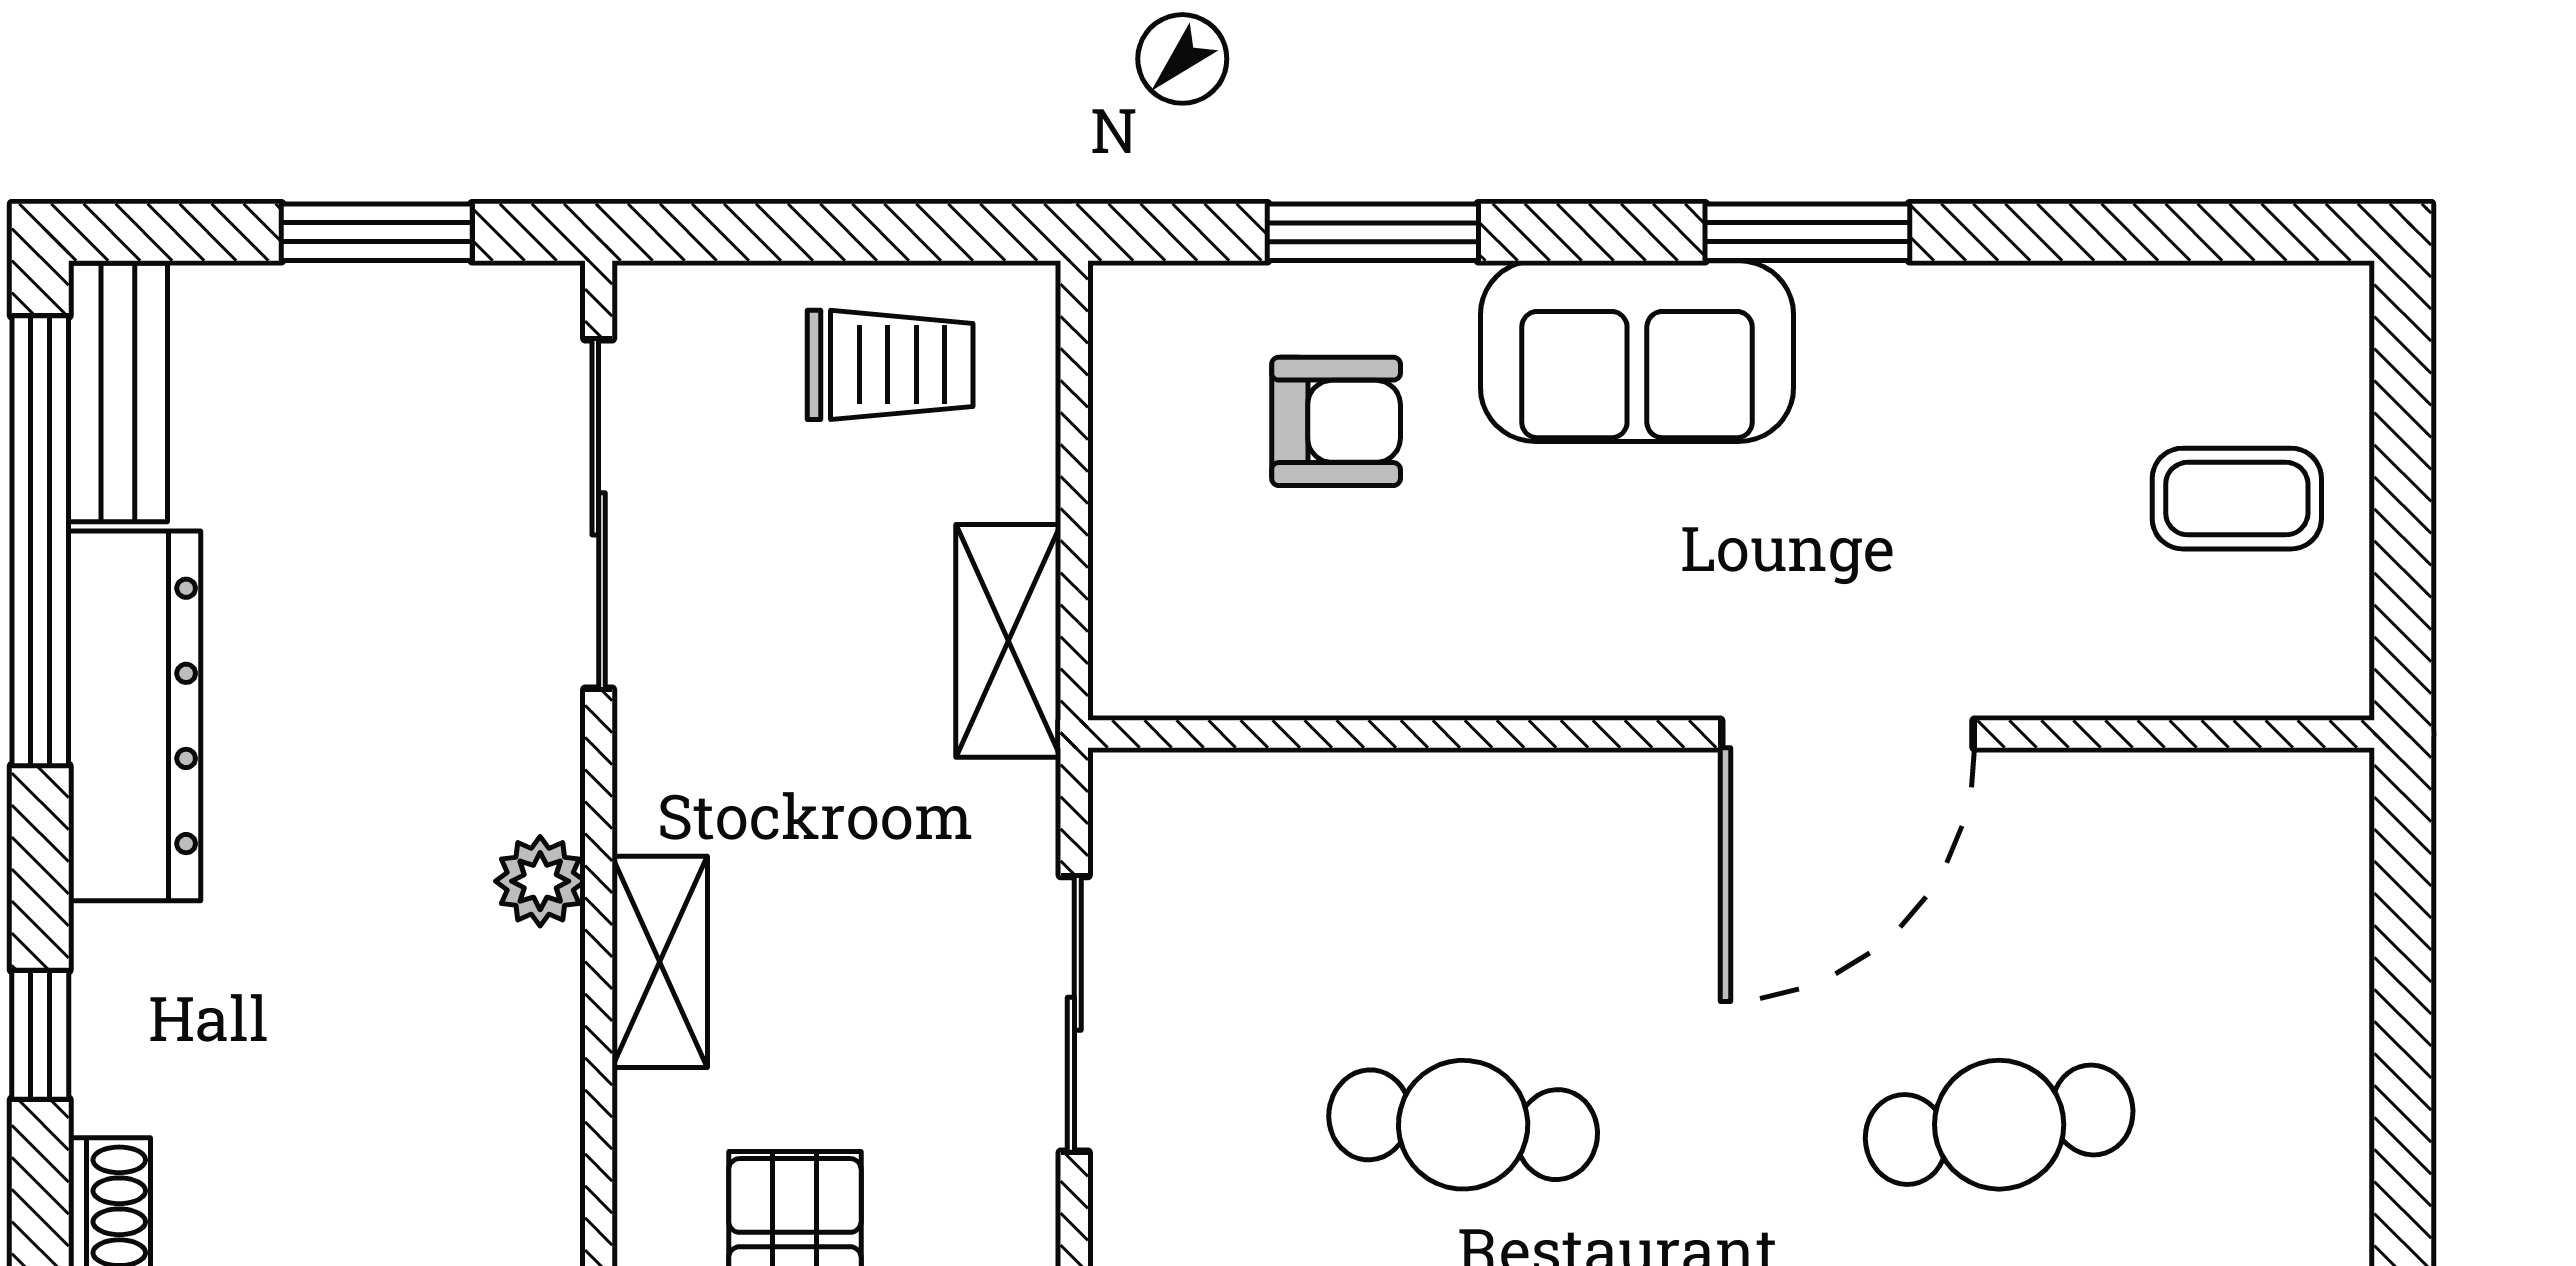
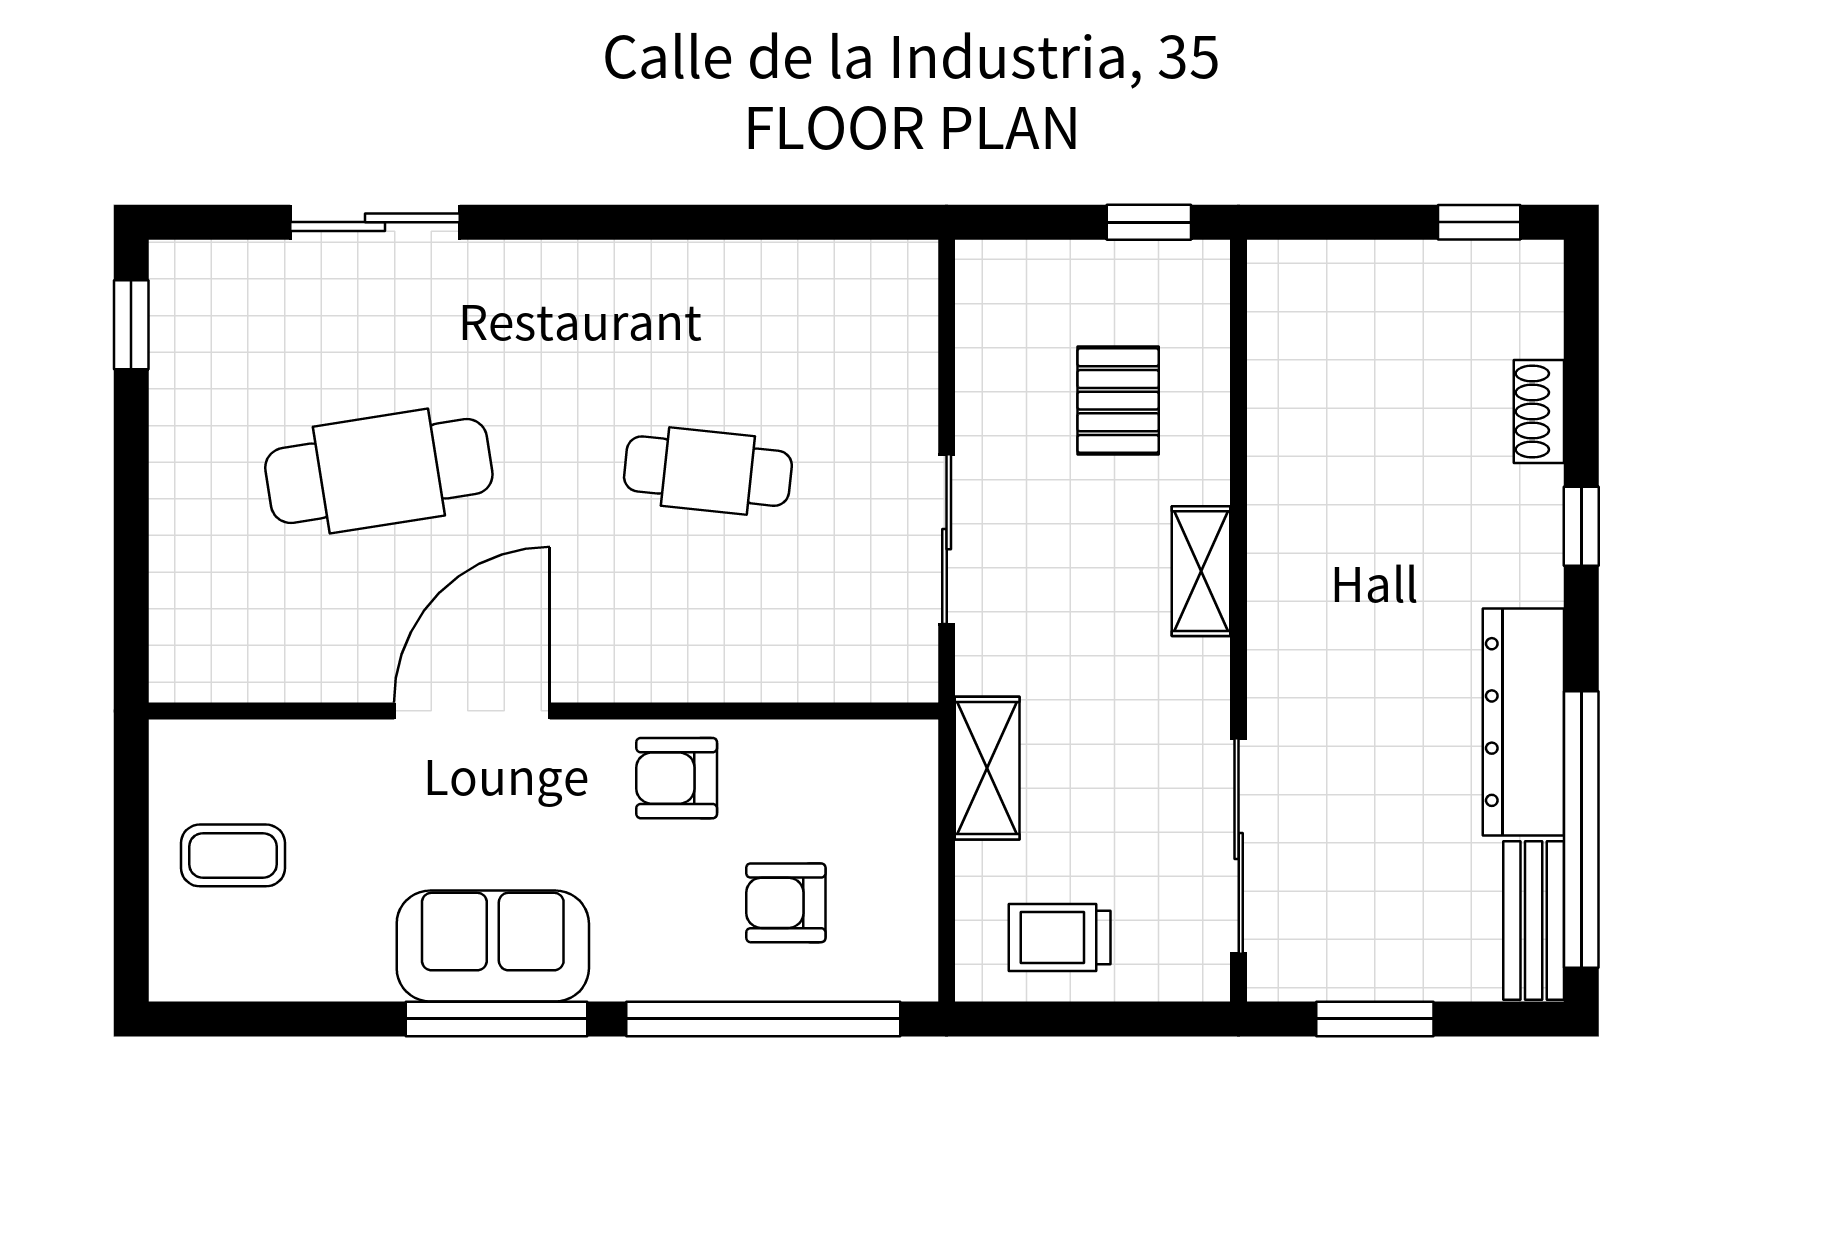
window: (1373, 232) -> (763, 1019), width x2.11
window: (1807, 232) -> (497, 1019), width x1.44
sofa: (1637, 351) -> (493, 946), moved
armchair: (1514, 625) -> (677, 778), added
plant: (540, 881) -> (1274, 621), removed
cafe table: (1999, 1125) -> (379, 471), width x1.37, depth x1.35

